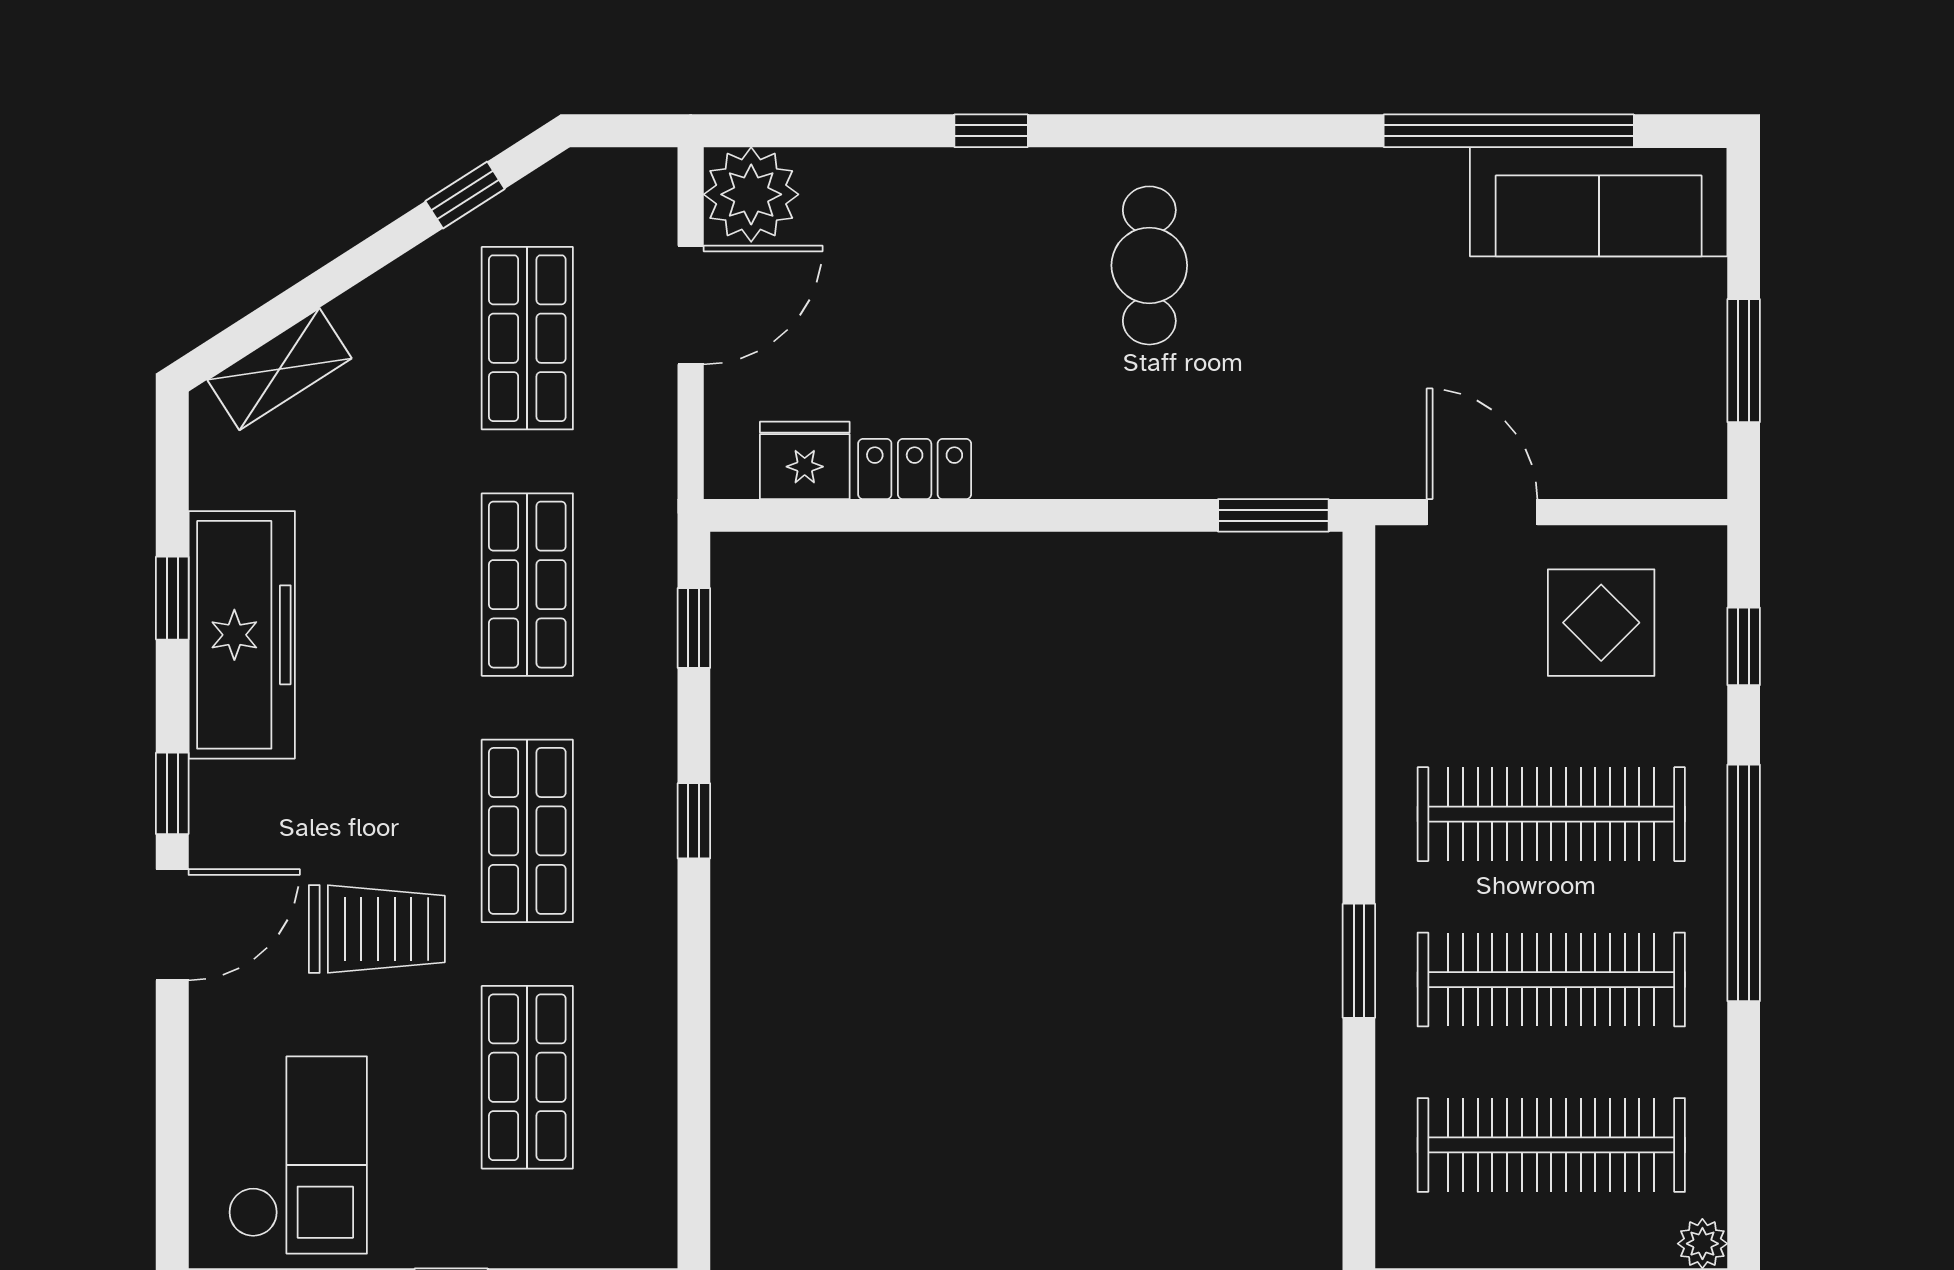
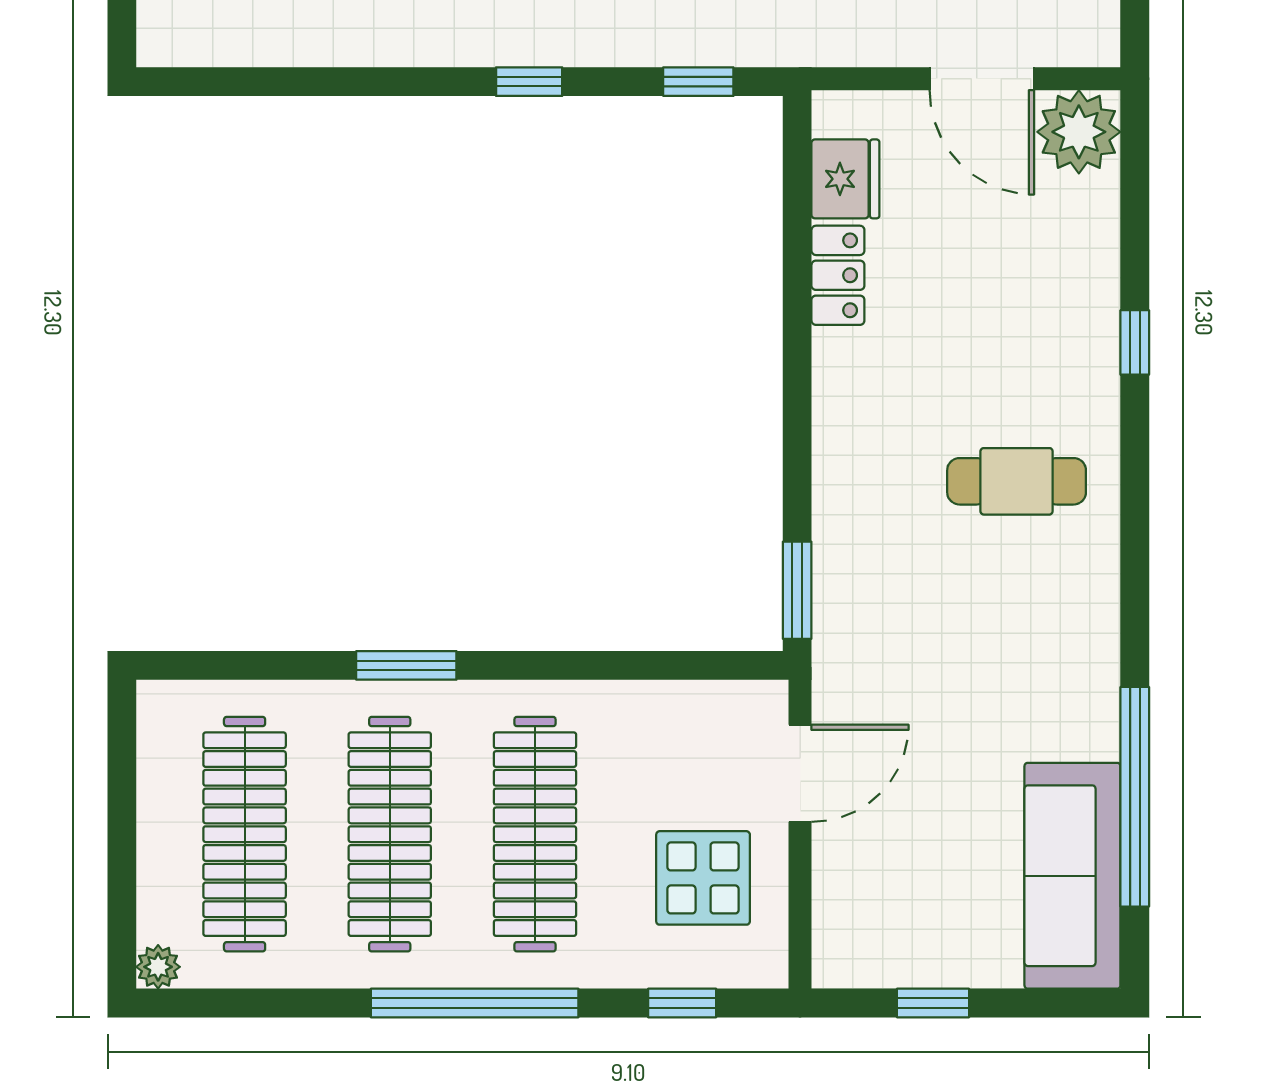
window: (1744, 361) -> (933, 1003), width x0.67

